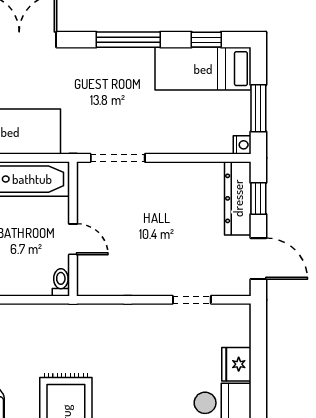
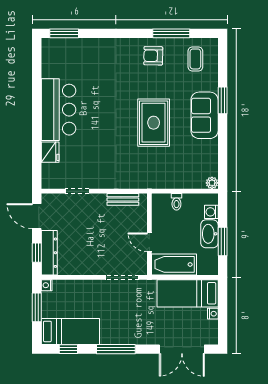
door: (73, 239) -> (149, 242), moved
toilet: (61, 282) -> (176, 202), moved
bench: (117, 286) -> (123, 199), added

